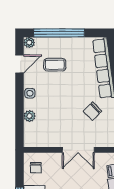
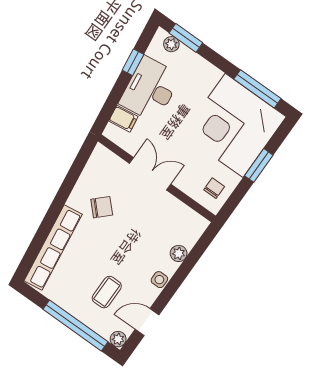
coffee table: (55, 65) -> (107, 292), turned 90

